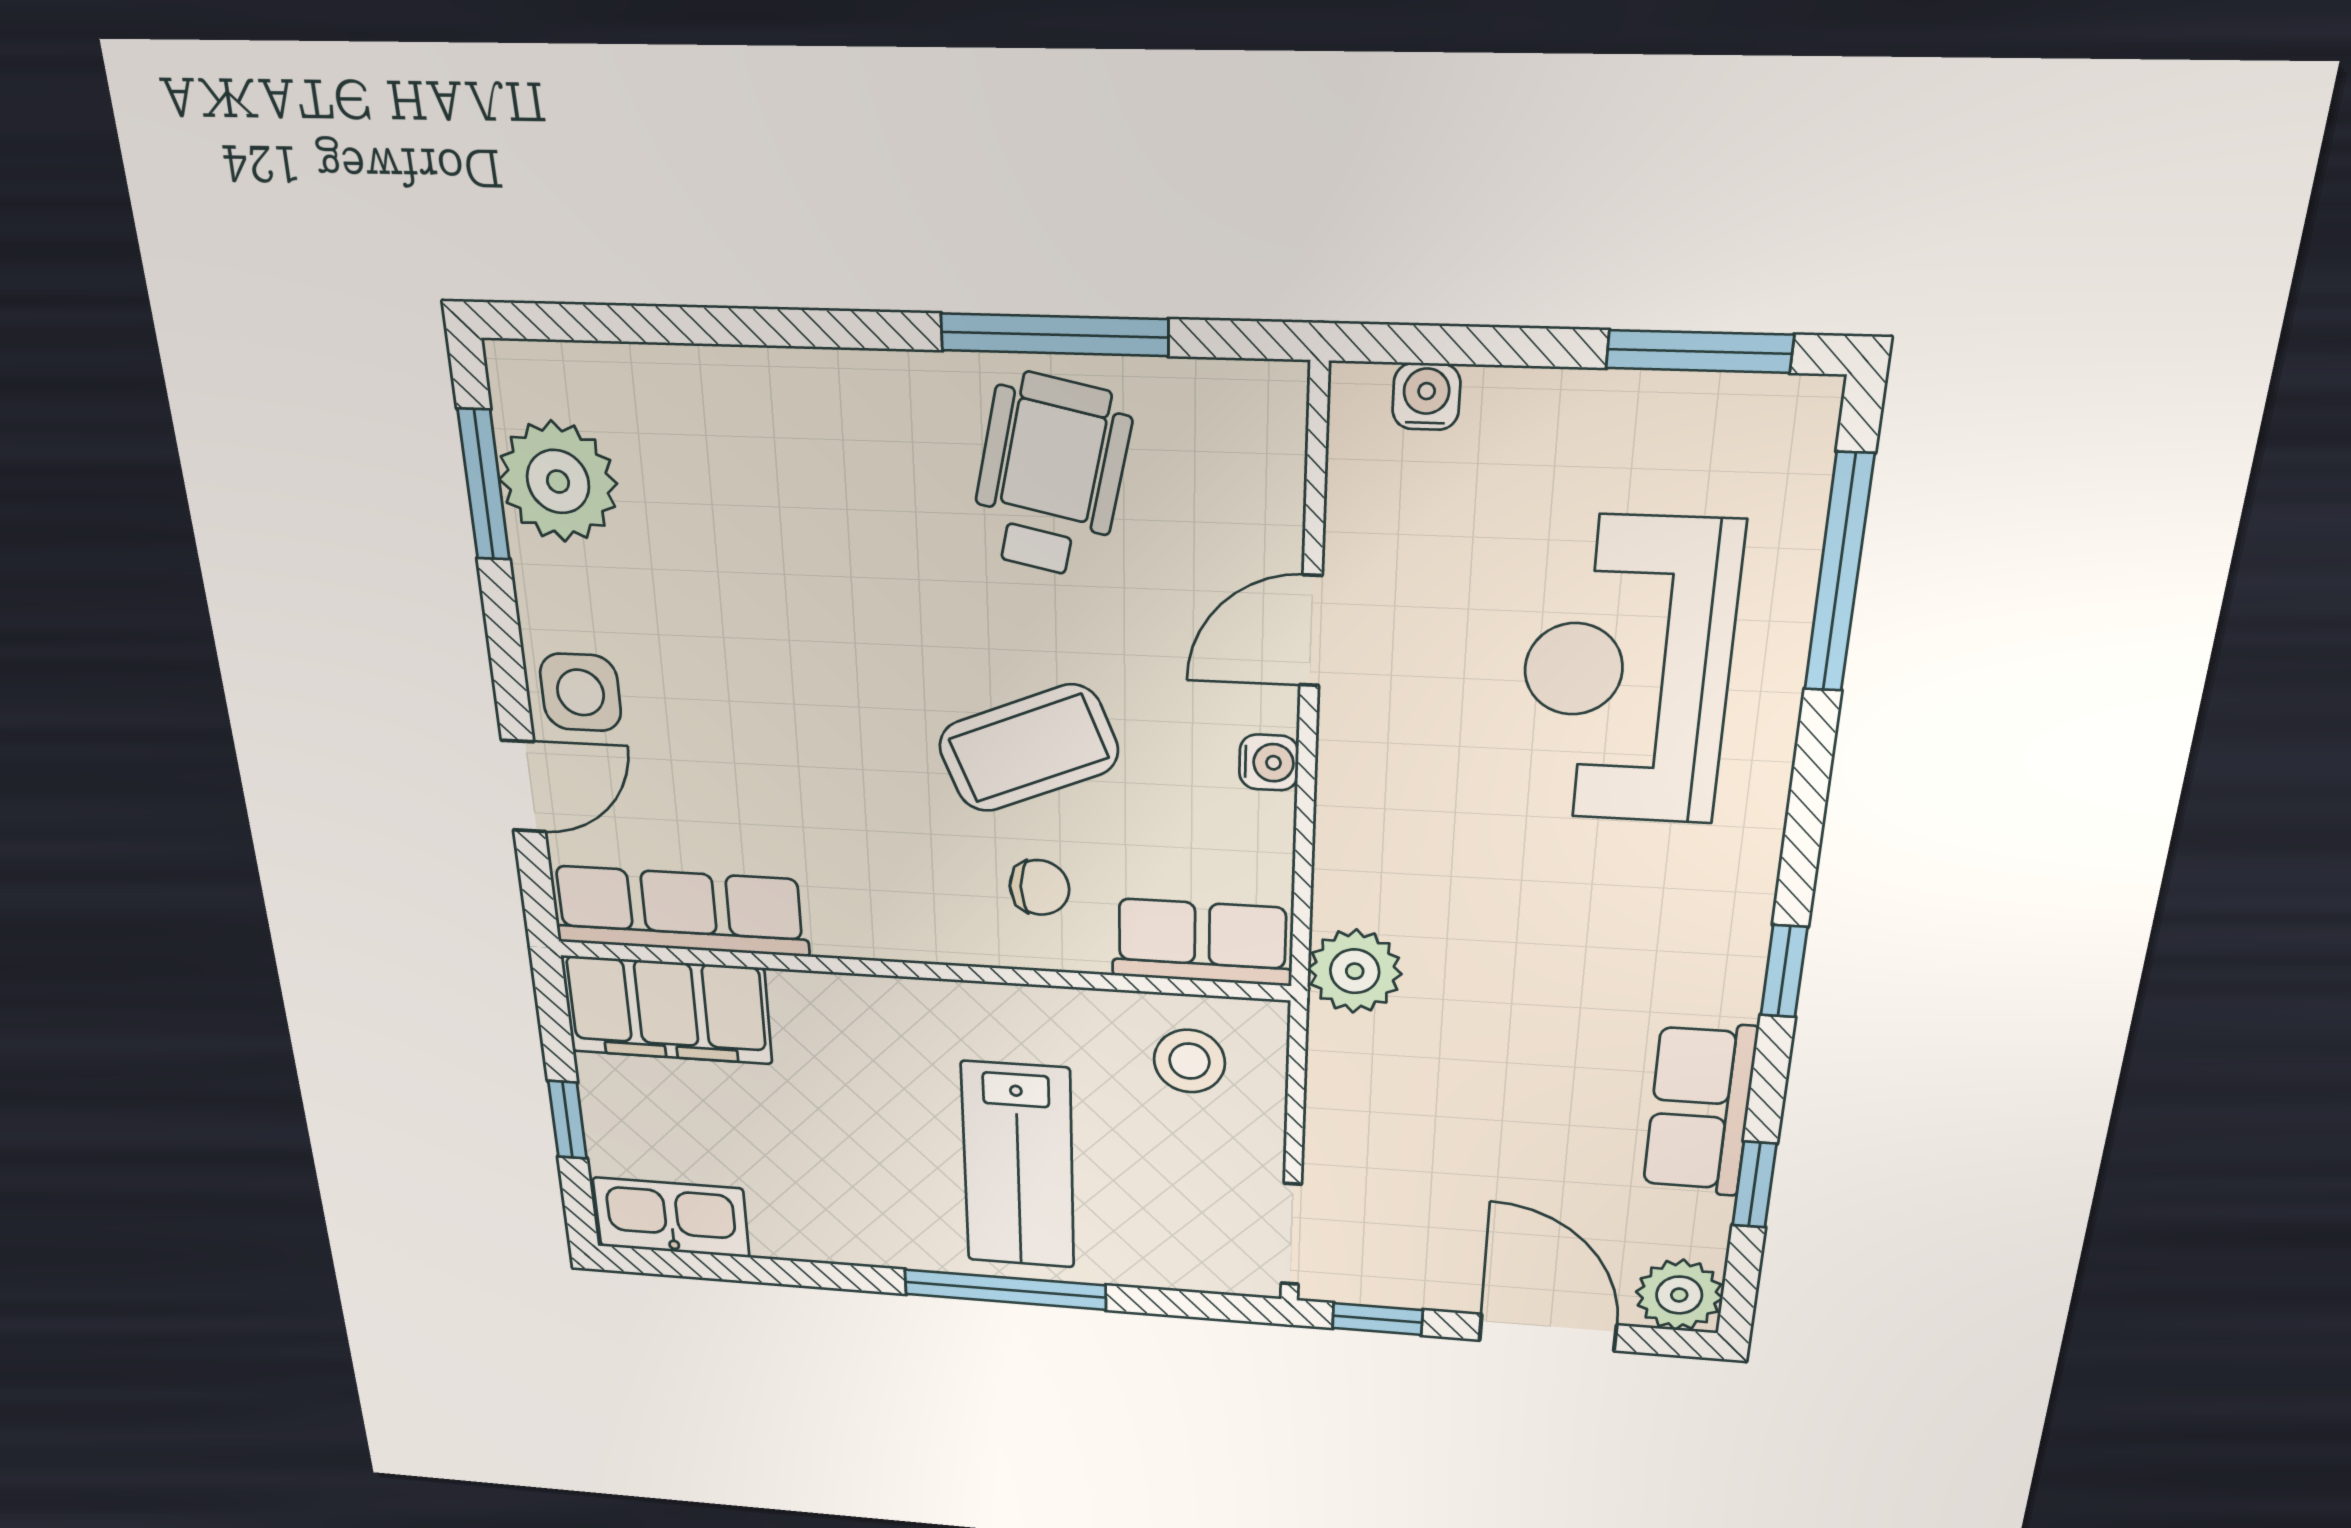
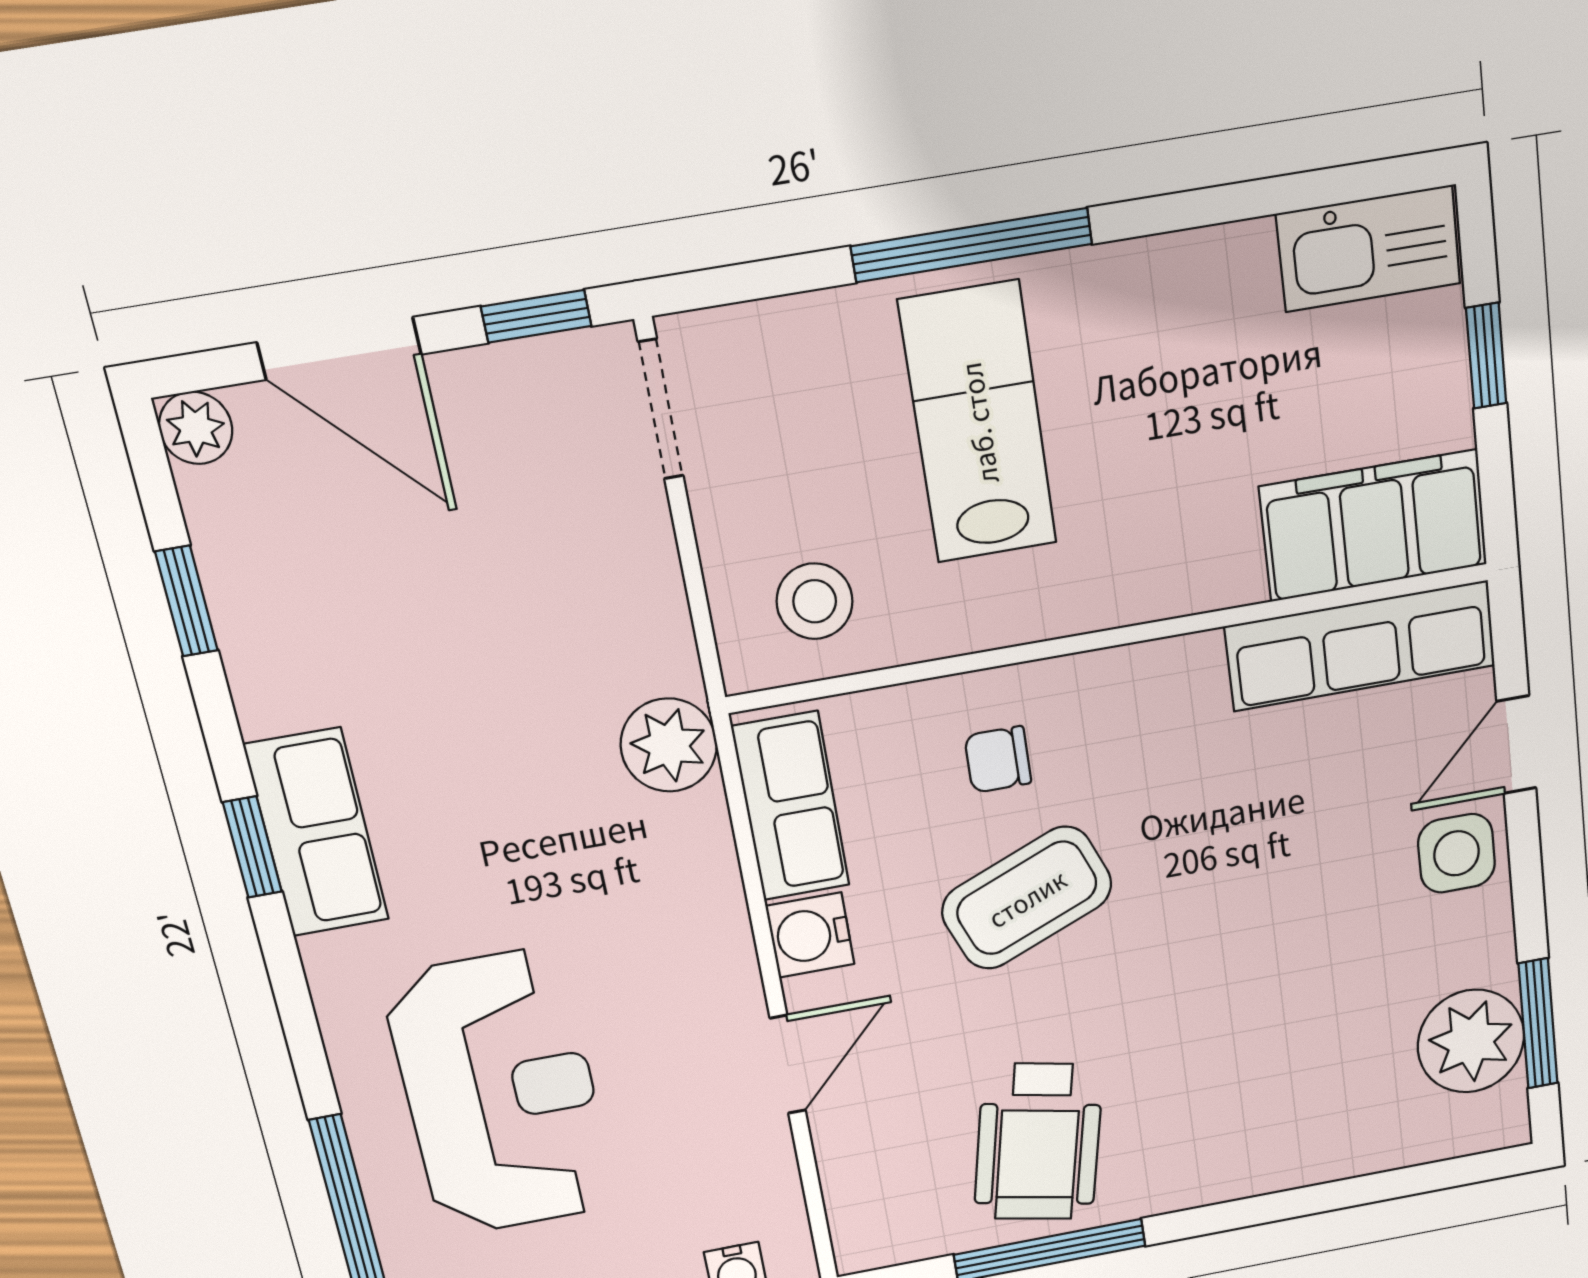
water cooler: (1269, 763) -> (810, 935), width x1.38, depth x1.38
row of seats: (1202, 942) -> (791, 806), moved, turned -90
row of seats: (1700, 1109) -> (317, 833), moved
plant: (1679, 1295) -> (196, 428), width x0.73, depth x0.73

